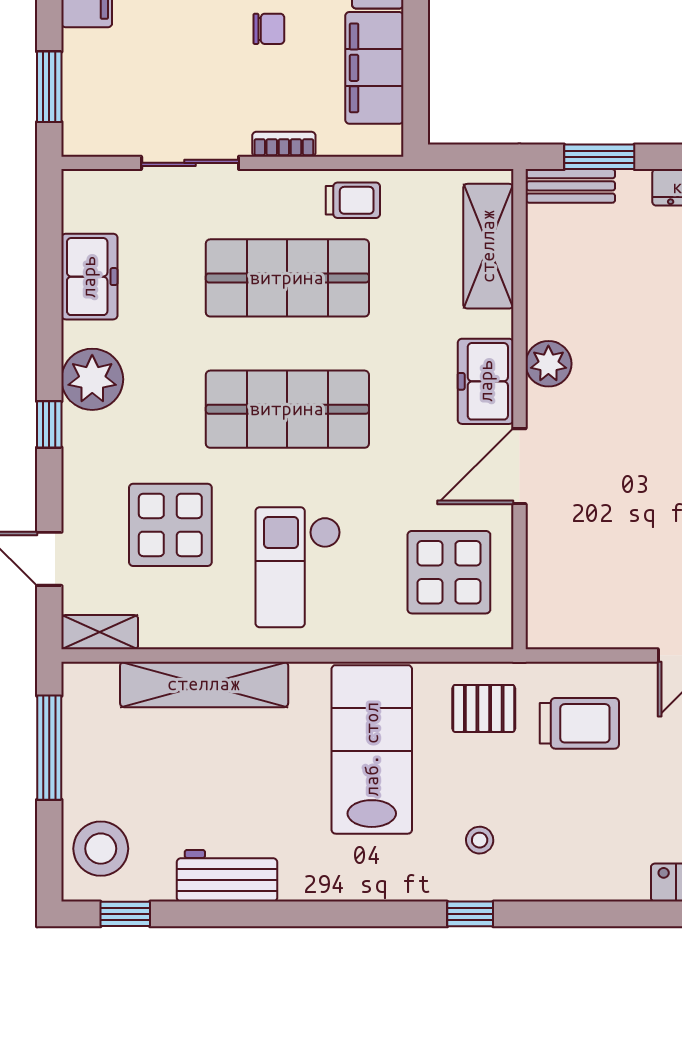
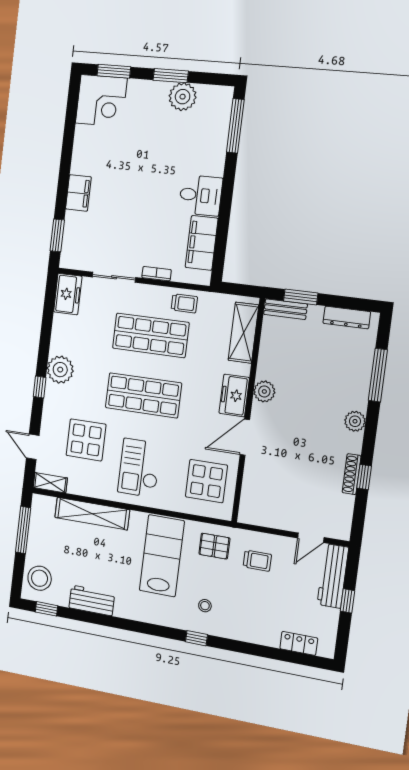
chair: (269, 29) -> (156, 220), removed
freezer: (89, 277) -> (68, 294), moved
trolley: (579, 723) -> (257, 561), width x0.73, depth x0.72

